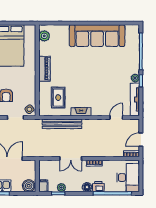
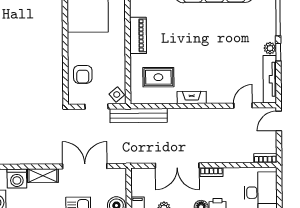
rug: (58, 98) -> (158, 77), turned 90
bench: (62, 124) -> (139, 116), moved
door: (141, 140) -> (279, 121), moved
double door: (71, 158) -> (177, 166), width x1.37

